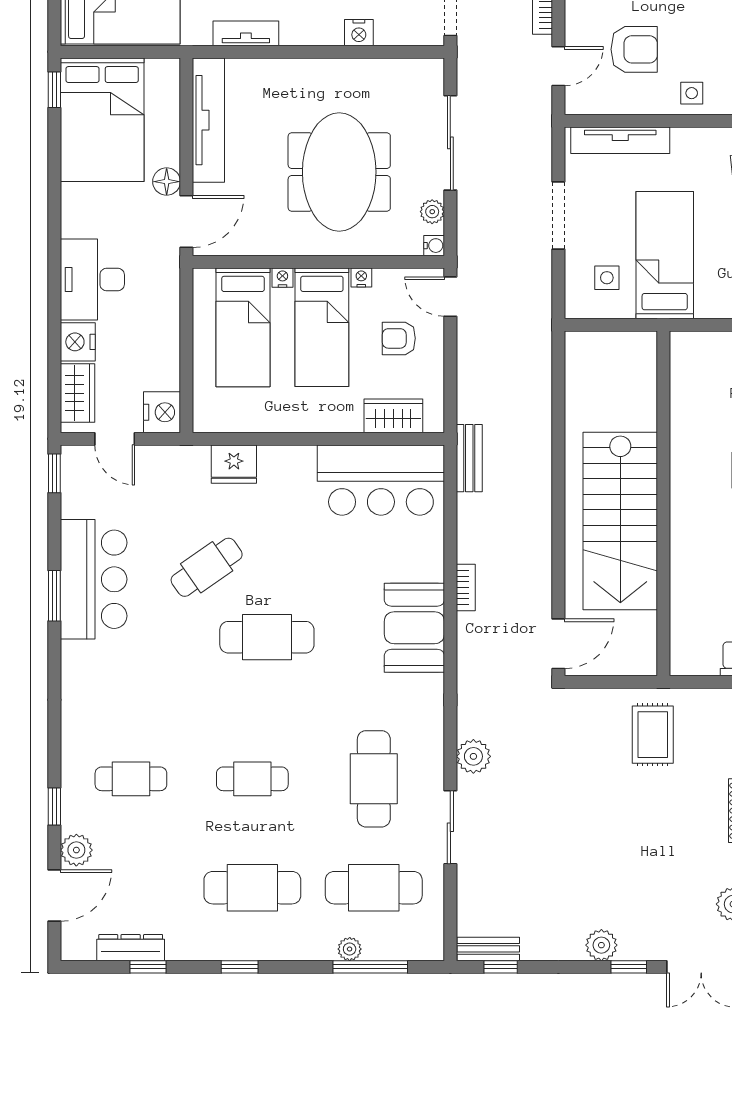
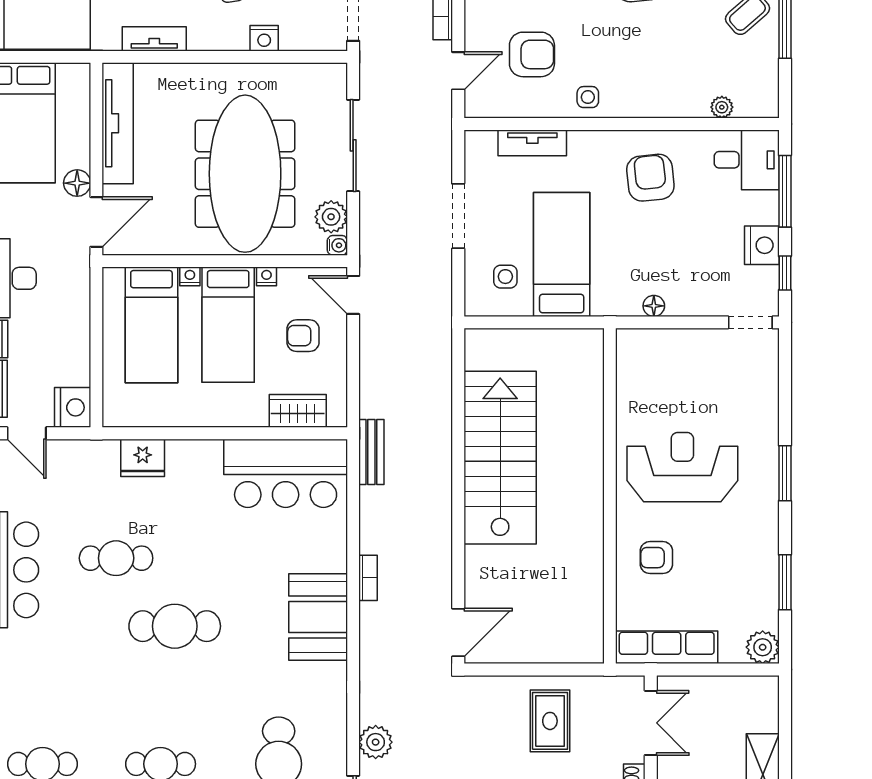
tv unit: (620, 140) -> (532, 143), width x0.71
meeting table: (339, 172) -> (245, 174), width x1.36
plant: (432, 212) -> (331, 217), width x1.38, depth x1.38
wall: (663, 503) -> (610, 496), moved
stairs: (620, 521) -> (500, 458), moved, turned 180
cafe table: (207, 567) -> (116, 558), turned 35

